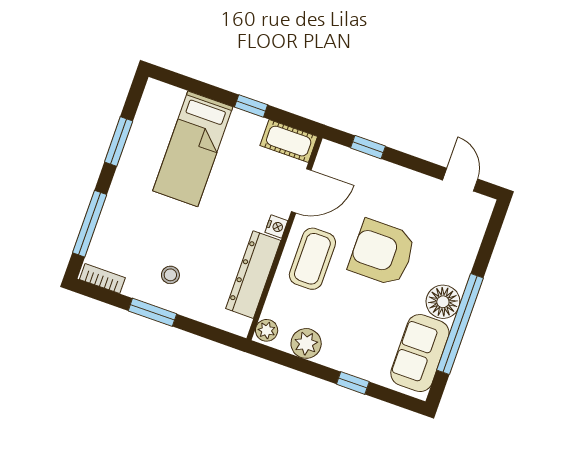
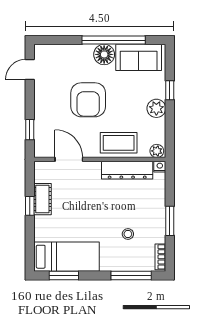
window: (119, 141) -> (64, 275), moved
cot: (289, 141) -> (42, 199), moved
bed: (193, 149) -> (67, 257), moved
nightstand: (276, 227) -> (160, 167), moved
coffee table: (312, 259) -> (119, 143), moved
stool: (170, 275) -> (128, 234), moved
plant: (306, 343) -> (156, 108), moved

